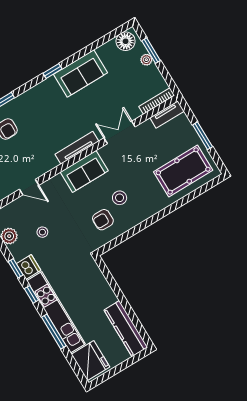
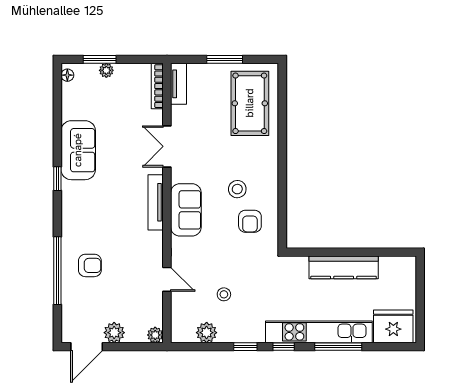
floor lamp: (126, 41) -> (67, 75), width x0.53, depth x0.53
door: (29, 187) -> (167, 279), hinge flipped
dishwasher: (29, 267) -> (252, 332), removed
kitchen counter: (126, 329) -> (344, 267), moved

